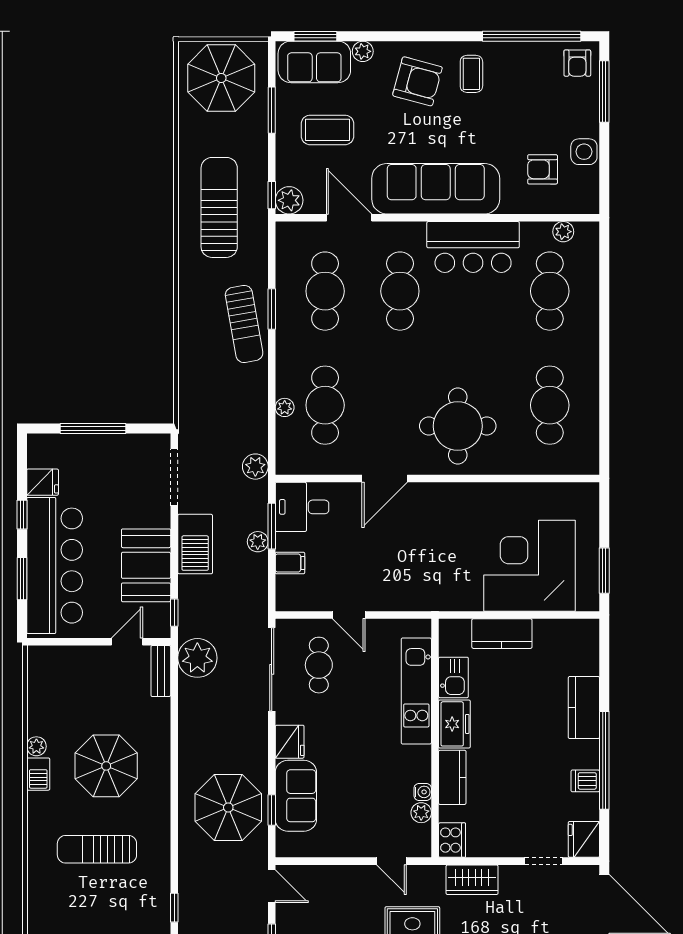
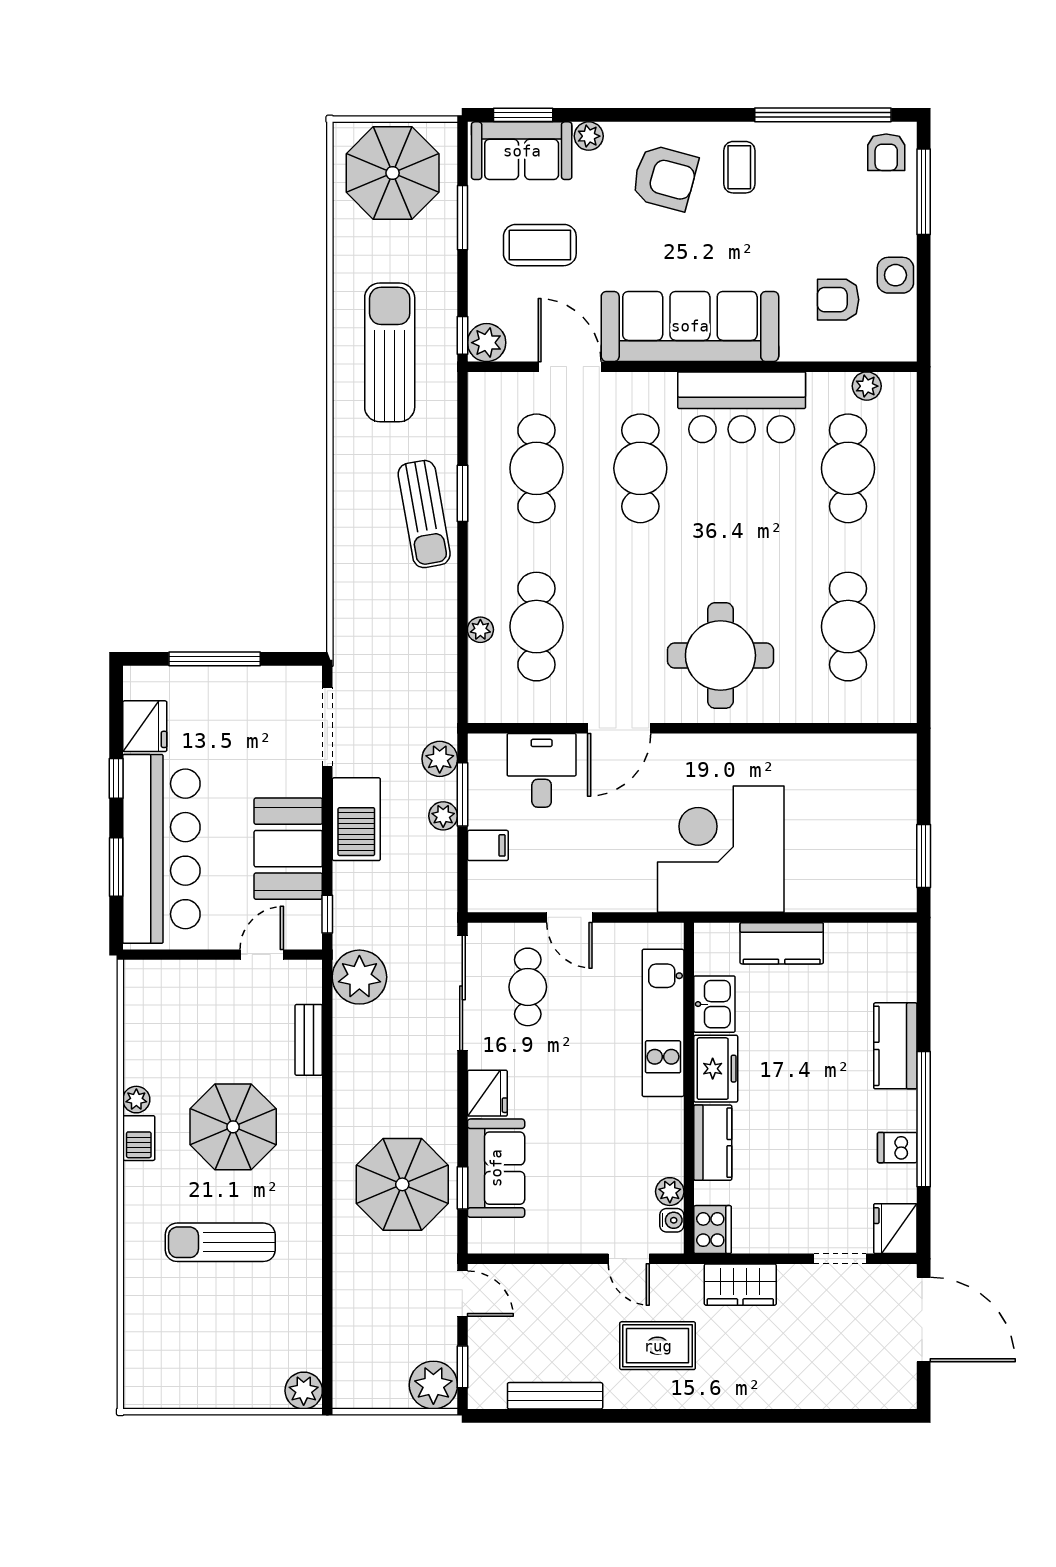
plant: (255, 467) -> (440, 759), moved
fridge: (43, 482) -> (145, 726), width x1.38
desk: (302, 507) -> (542, 770), moved, turned 90
corner desk: (530, 566) -> (721, 849), moved
bench: (161, 671) -> (309, 1040), moved
water cooler: (423, 792) -> (672, 1220), moved
window: (174, 908) -> (327, 1323), removed

